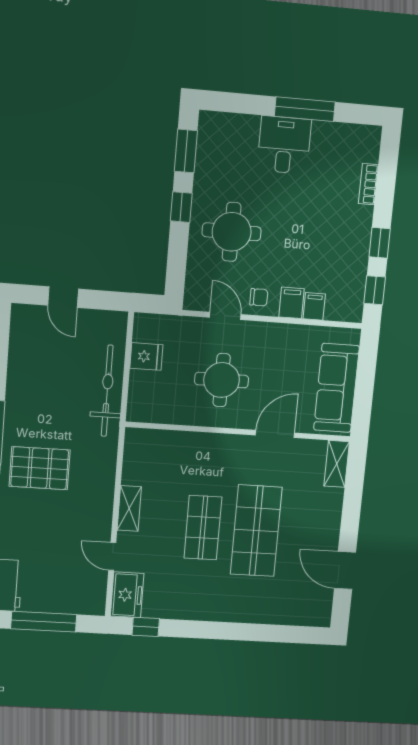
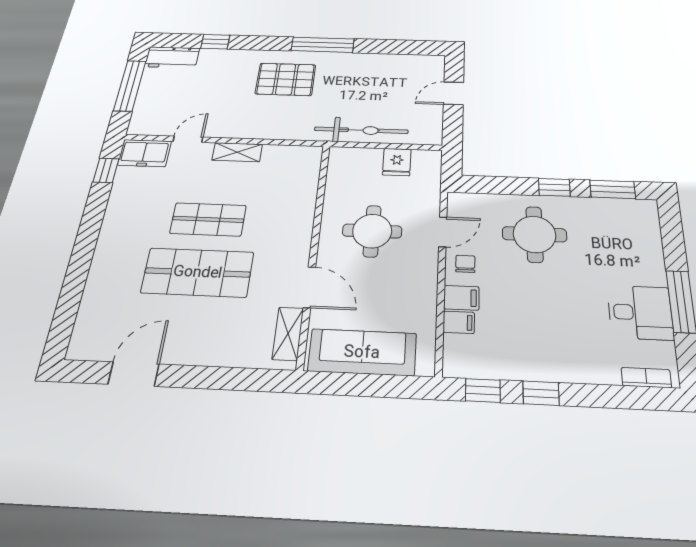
desk: (284, 145) -> (640, 312), moved
bookcase: (368, 184) -> (646, 378), moved
chair: (259, 297) -> (465, 264), turned 180
shelving: (337, 464) -> (288, 334), moved, turned 90
pallet: (40, 468) -> (286, 79), turned 90

